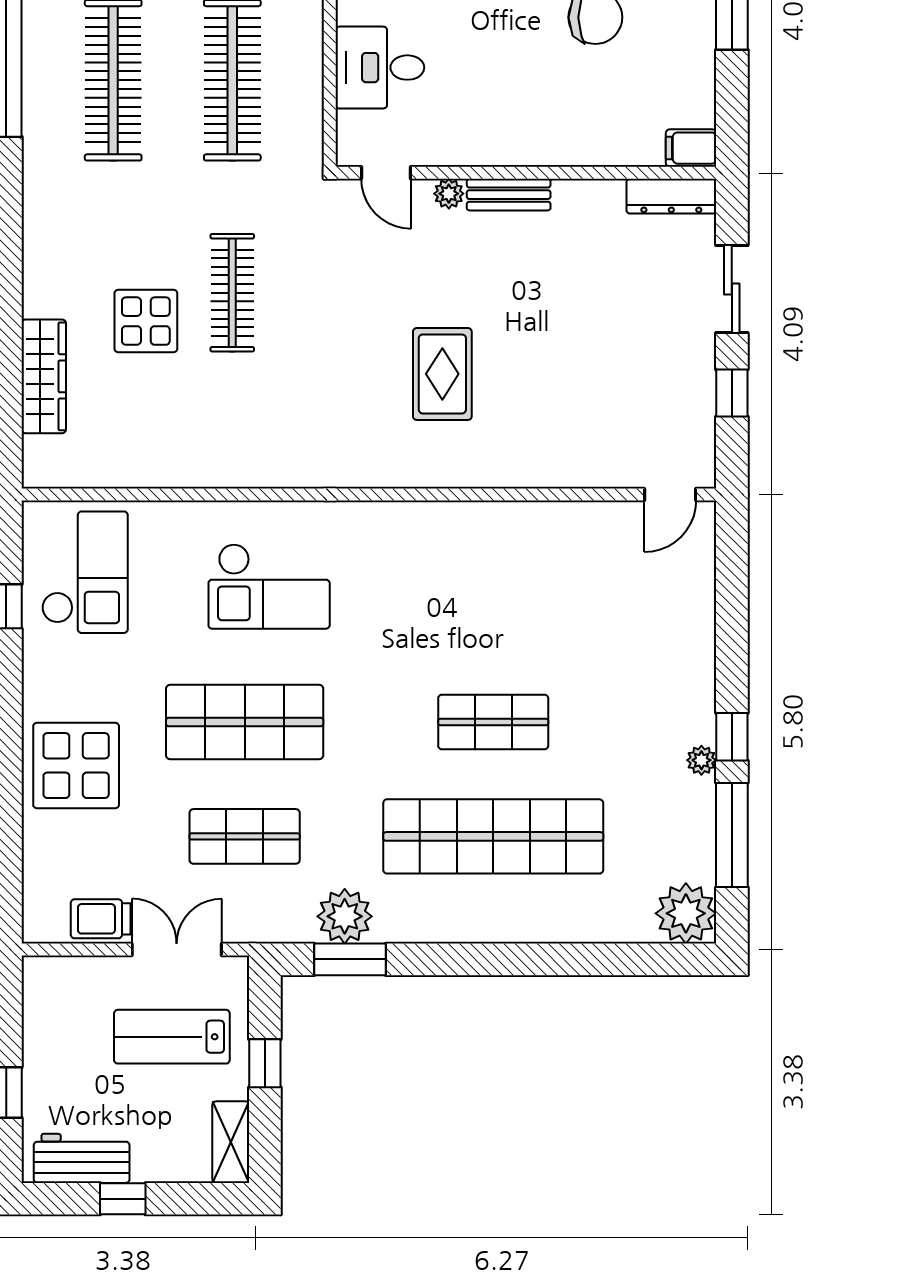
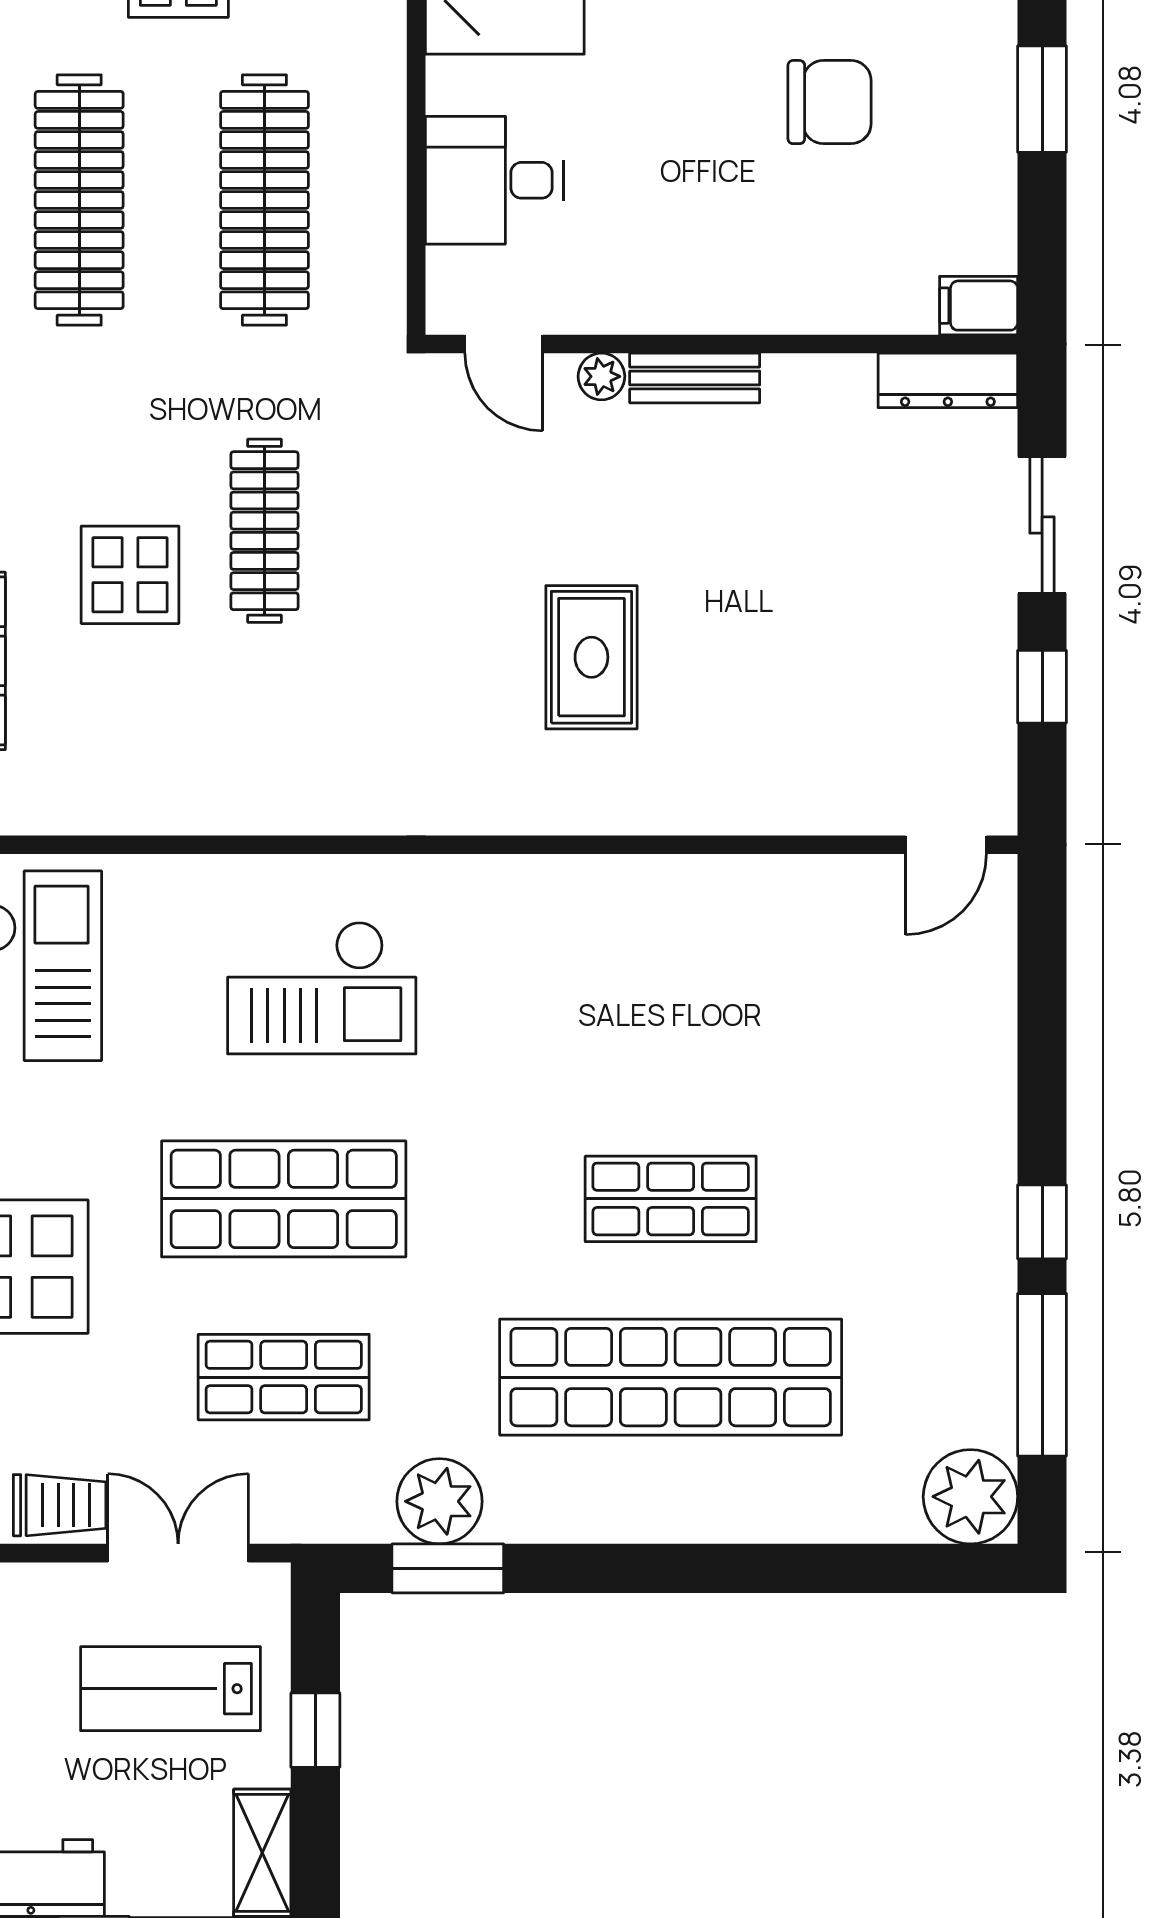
plant: (701, 760) -> (995, 1258), removed
trolley: (101, 919) -> (60, 1505), turned 180

